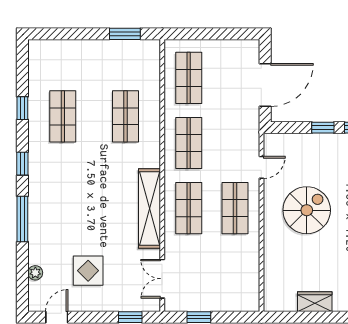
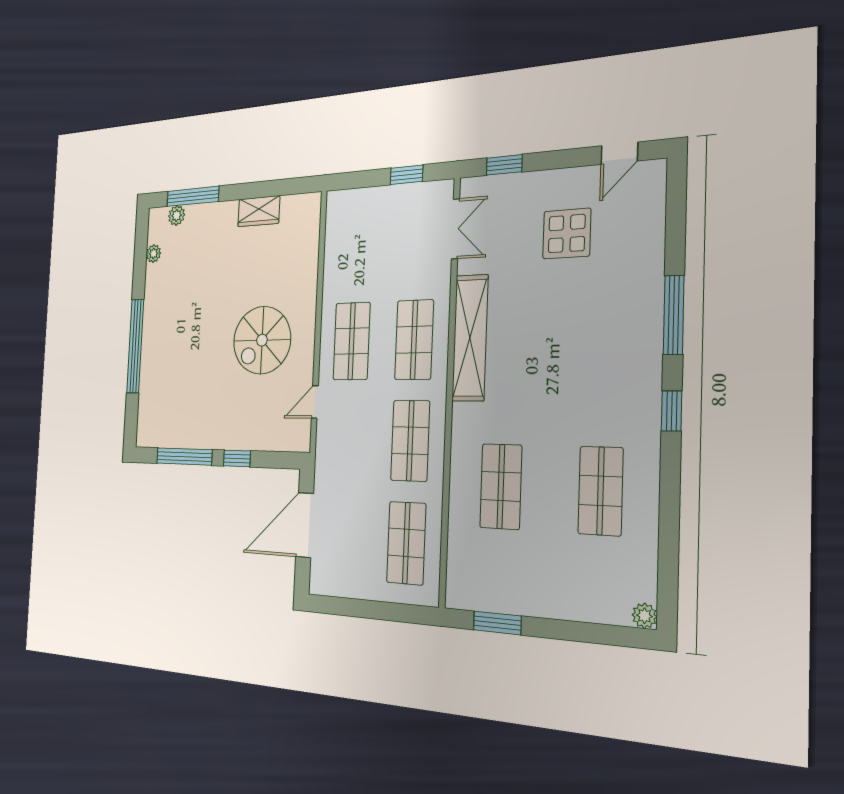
window: (22, 108) -> (669, 509), removed
plant: (35, 273) -> (644, 616), moved

